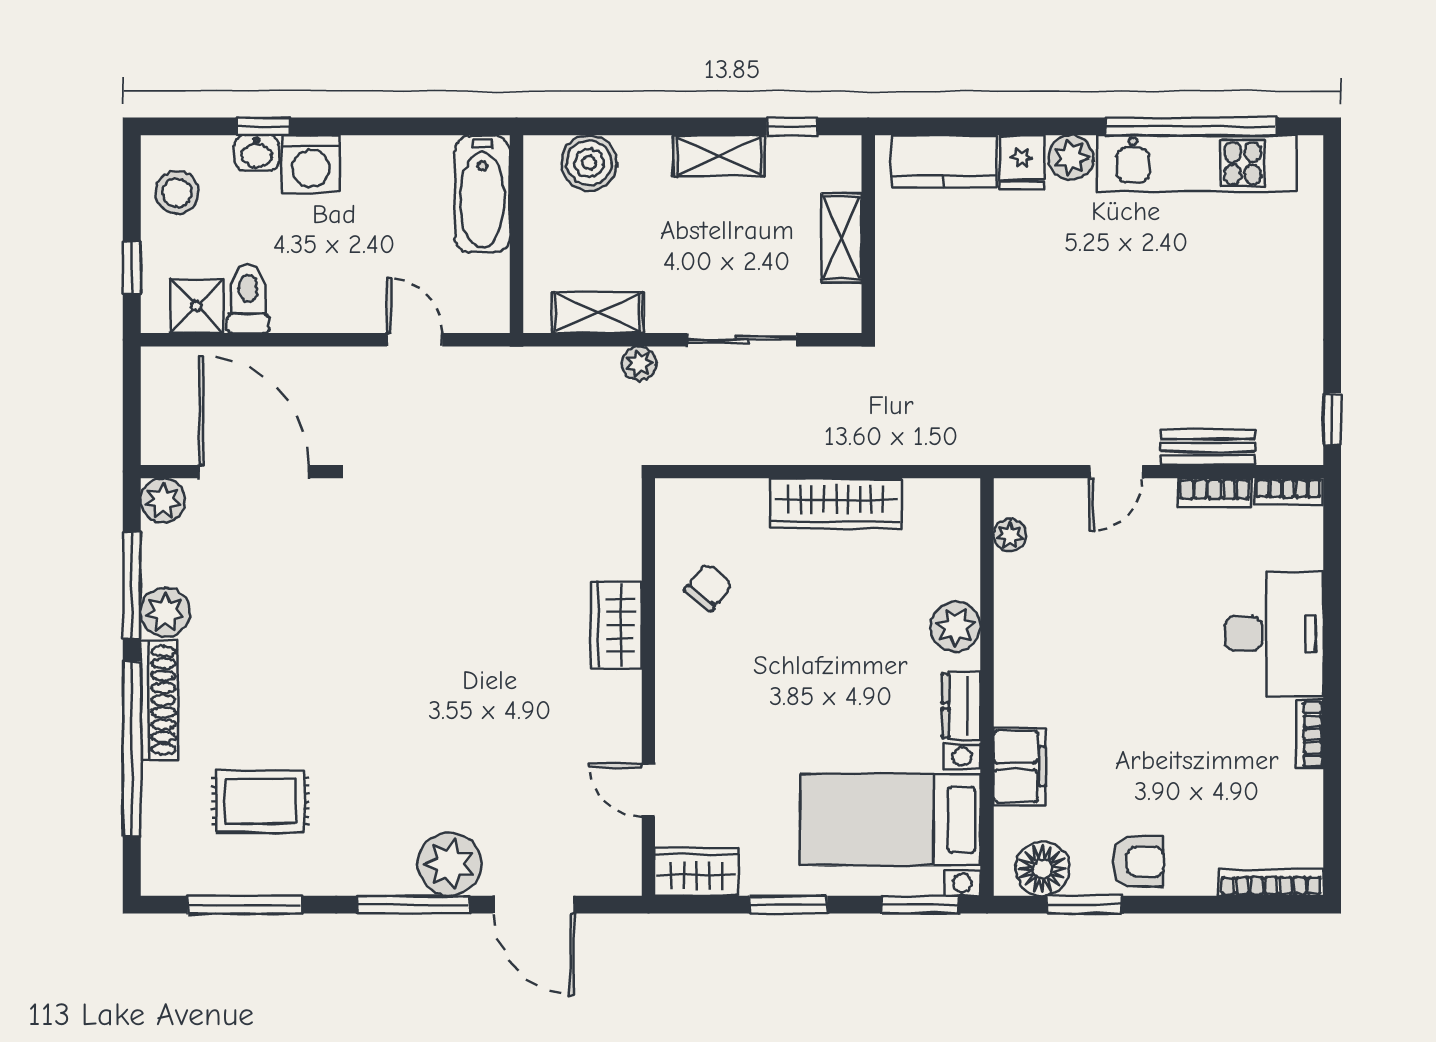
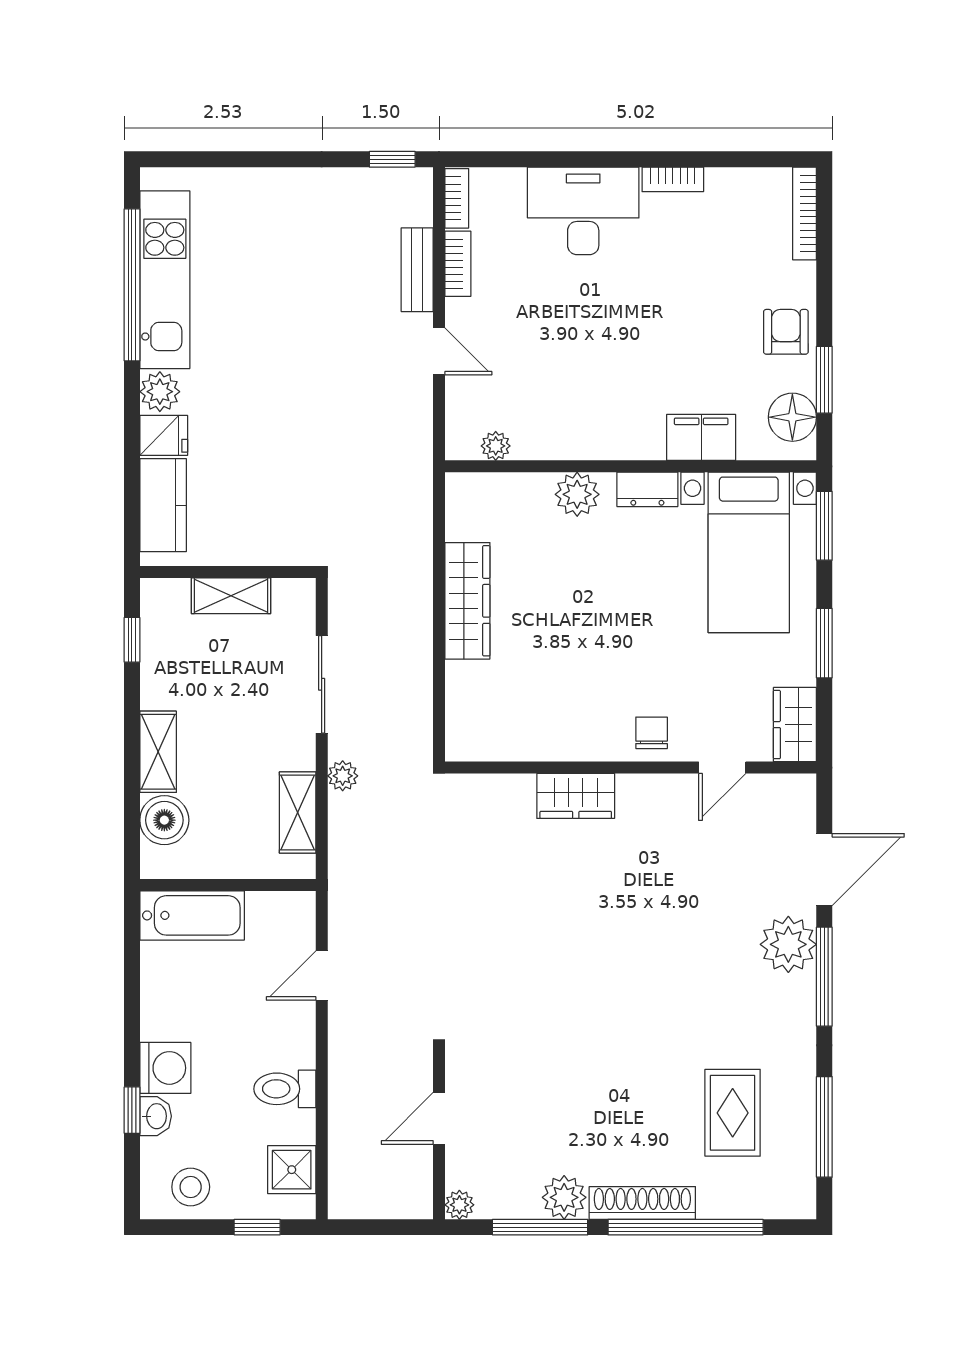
shelving: (719, 156) -> (158, 752), moved
toilet: (248, 298) -> (285, 1089), moved
door: (254, 472) -> (439, 1118), width x0.53
plant: (163, 501) -> (459, 1205), width x0.73, depth x0.73
chair: (708, 587) -> (652, 733), moved, turned 51

